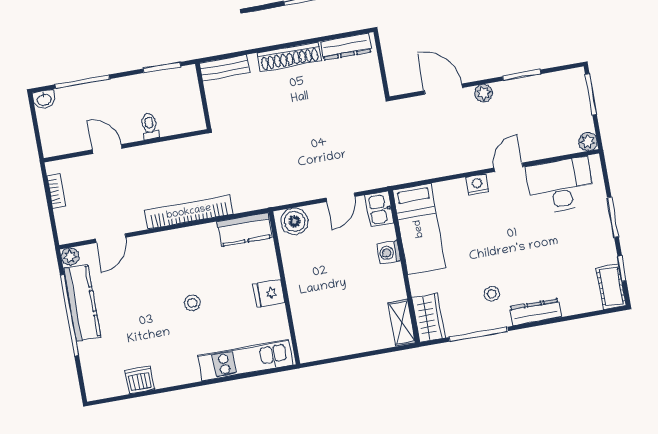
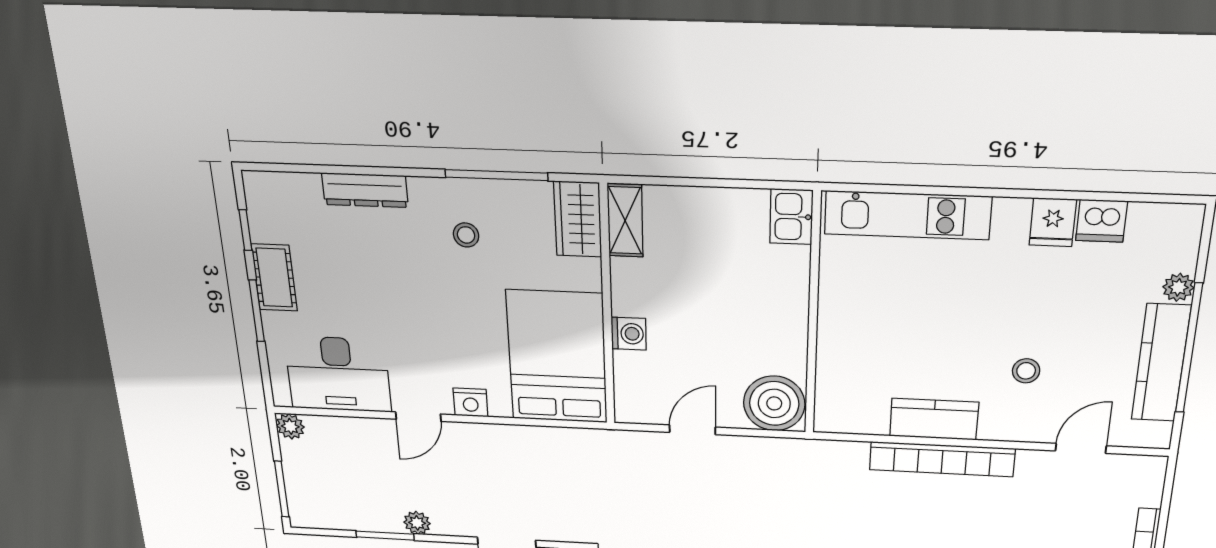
plant: (484, 93) -> (417, 523), moved
kitchen sink: (379, 209) -> (791, 217), moved, turned 180
boiler: (294, 221) -> (774, 403), width x1.37, depth x1.37
bed: (419, 229) -> (557, 357), width x1.50
kitchen counter: (245, 230) -> (934, 419), moved
plant: (70, 256) -> (1178, 287), moved
cot: (611, 287) -> (274, 278), moved
fridge: (269, 293) -> (1053, 222), moved, turned 90
stool: (192, 303) -> (1026, 371), moved
dresser: (535, 312) -> (365, 190), moved

